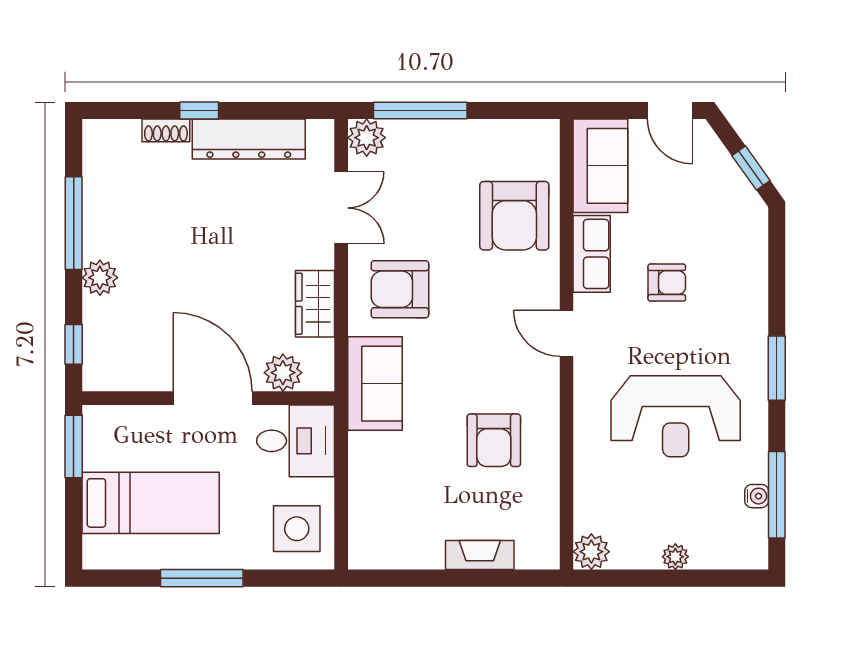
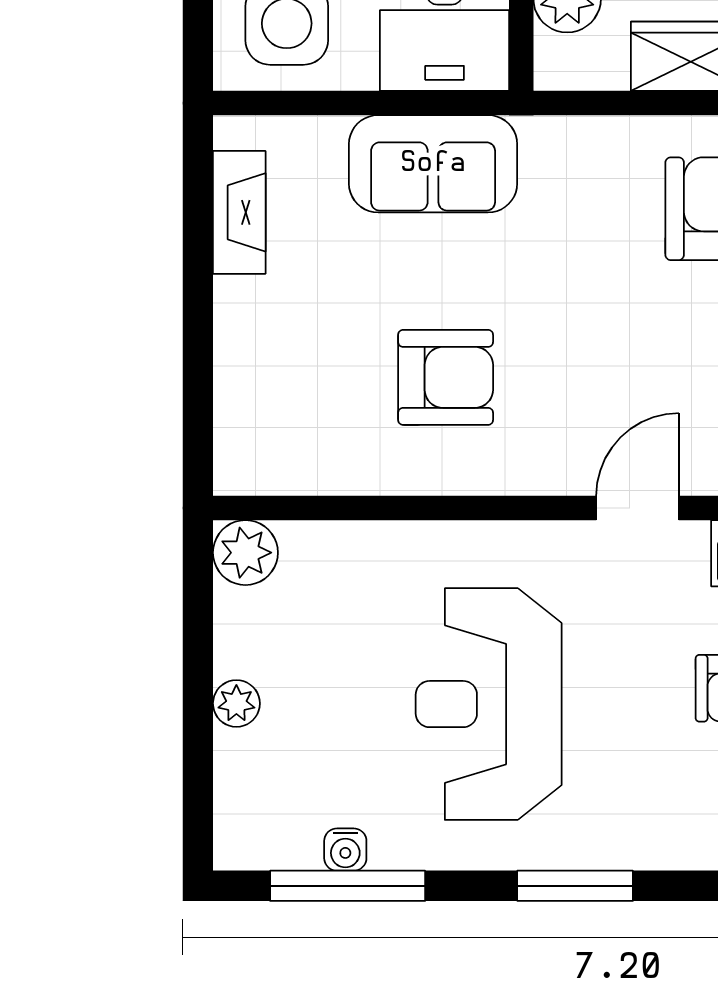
sofa: (375, 384) -> (433, 164), moved
armchair: (494, 440) -> (446, 377), turned 180
fireplace: (480, 555) -> (239, 212), moved

